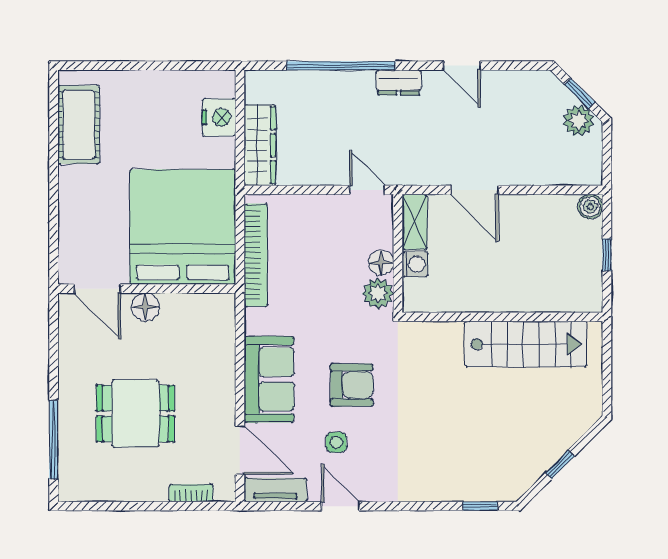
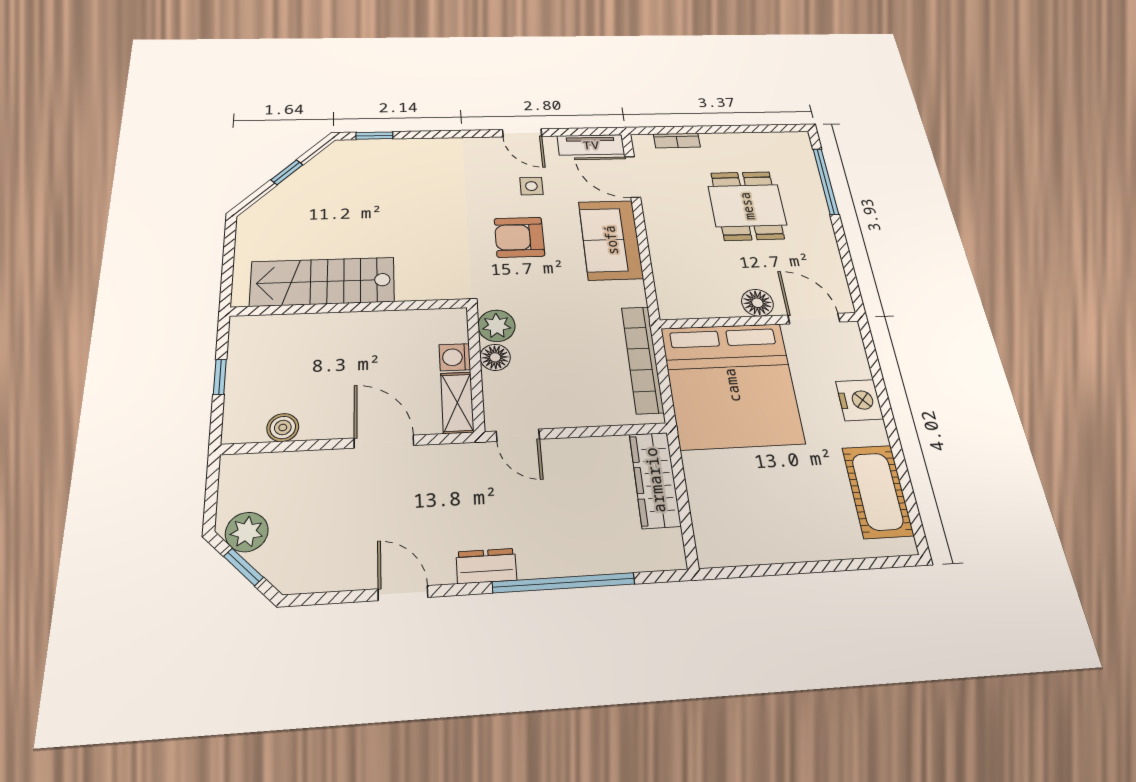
nightstand: (219, 117) -> (859, 400), moved, turned 180
boiler: (590, 207) -> (283, 428), moved
dining table: (135, 414) -> (747, 206), turned 90

